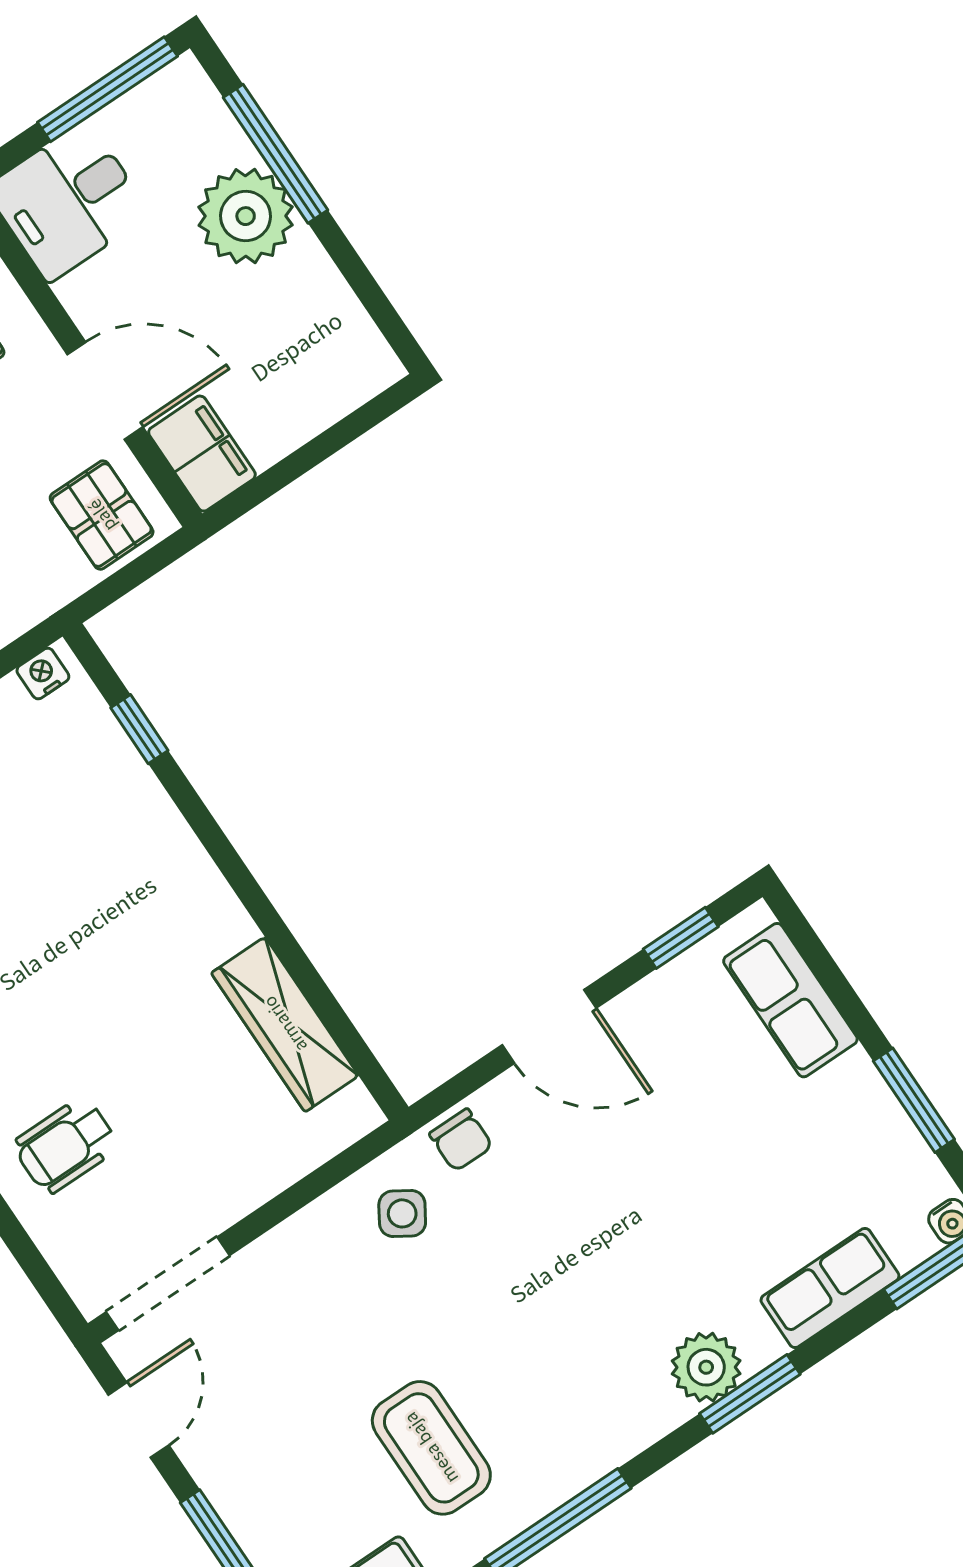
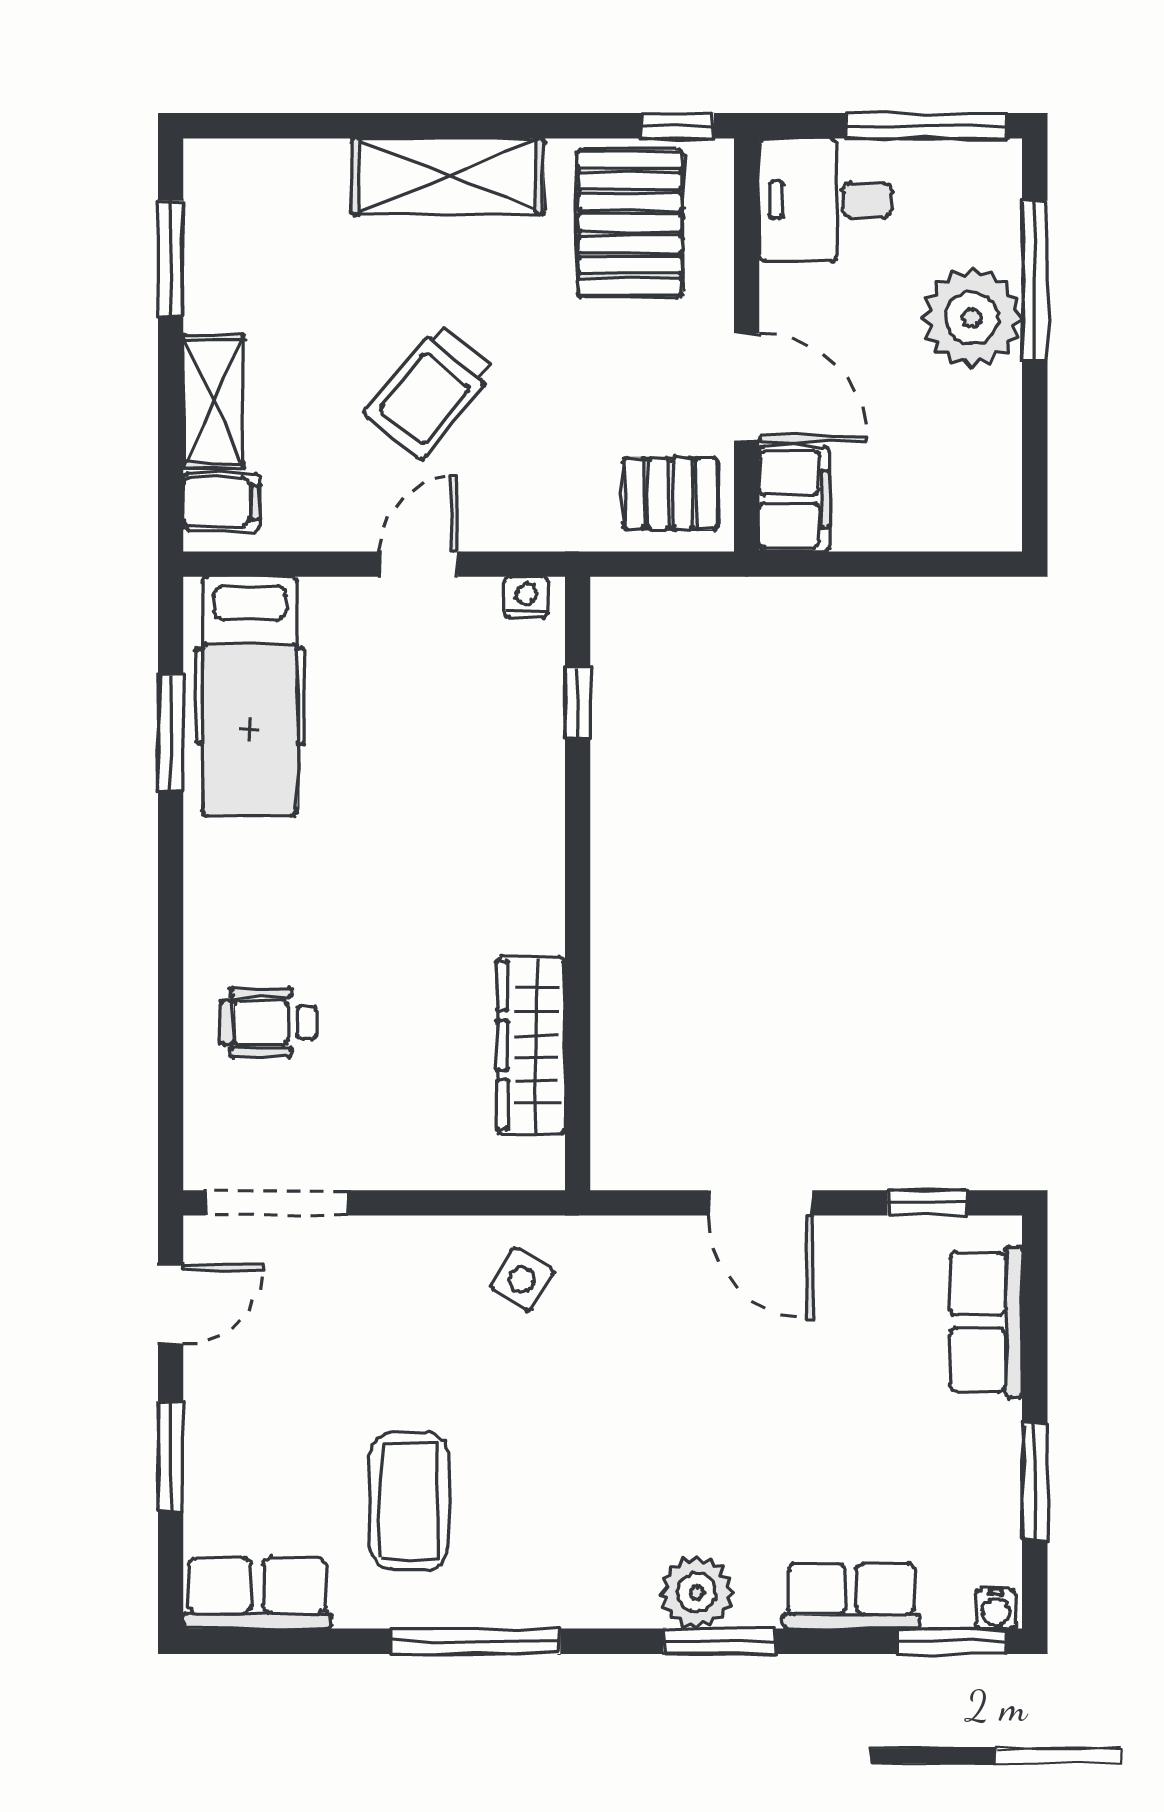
pallet: (102, 515) -> (671, 494), turned 90
chair: (461, 1140) -> (616, 1250), removed

